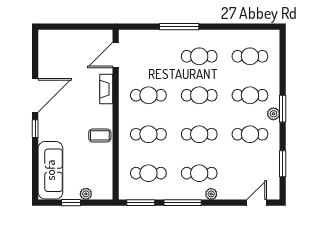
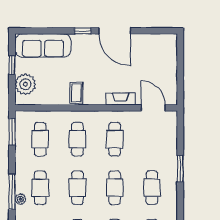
window: (179, 27) -> (180, 169), width x0.69
plant: (86, 194) -> (25, 84), width x1.88, depth x1.88
window: (183, 203) -> (12, 192), moved

